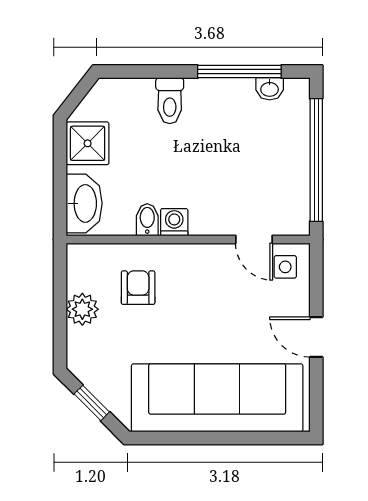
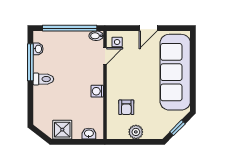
toilet: (170, 101) -> (43, 79), moved
washbasin: (84, 203) -> (89, 134), width x0.52, depth x0.69
bidet: (147, 220) -> (96, 36), moved
armchair: (138, 288) -> (126, 107), turned -90

